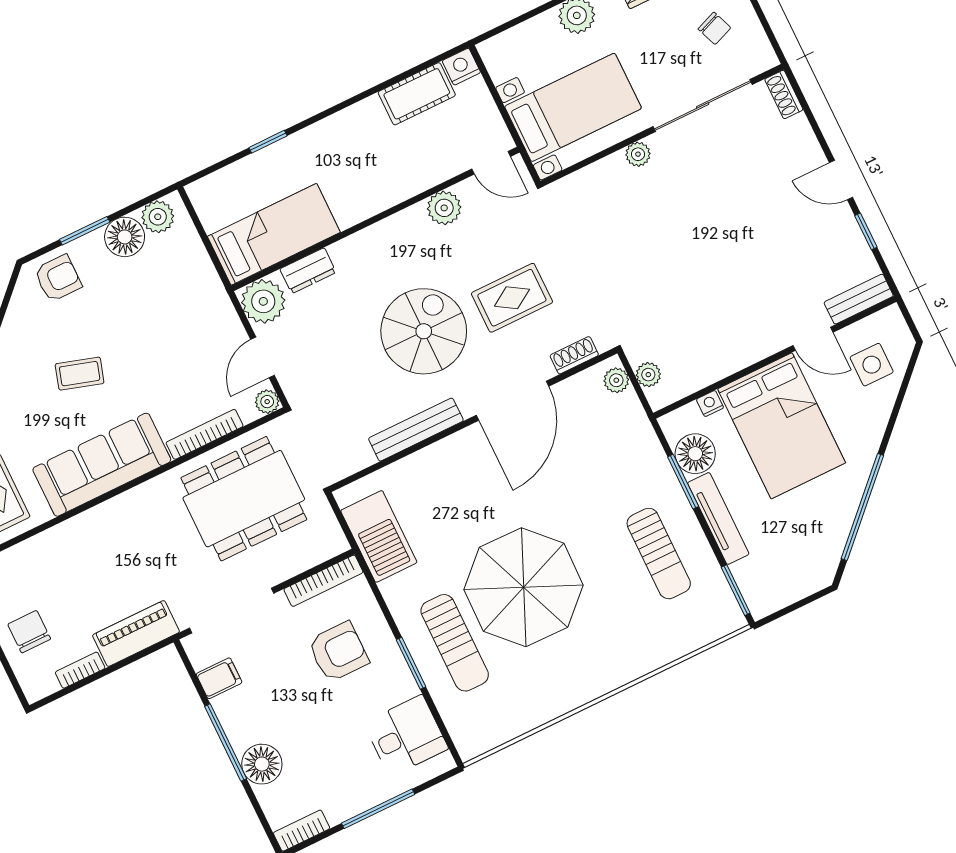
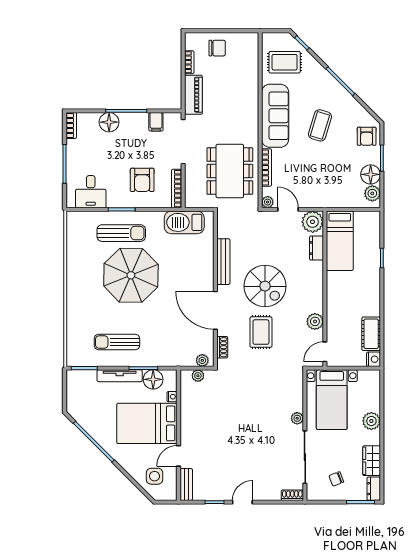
coffee table: (80, 374) -> (320, 125), width x1.36, depth x1.30
sun lounger: (455, 643) -> (121, 233), turned 180

